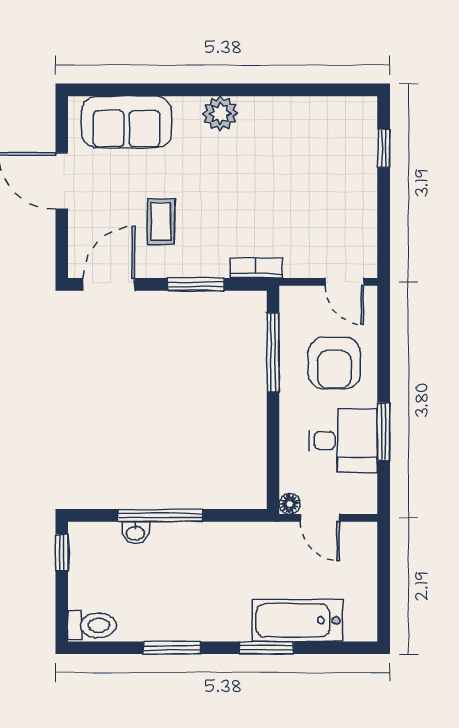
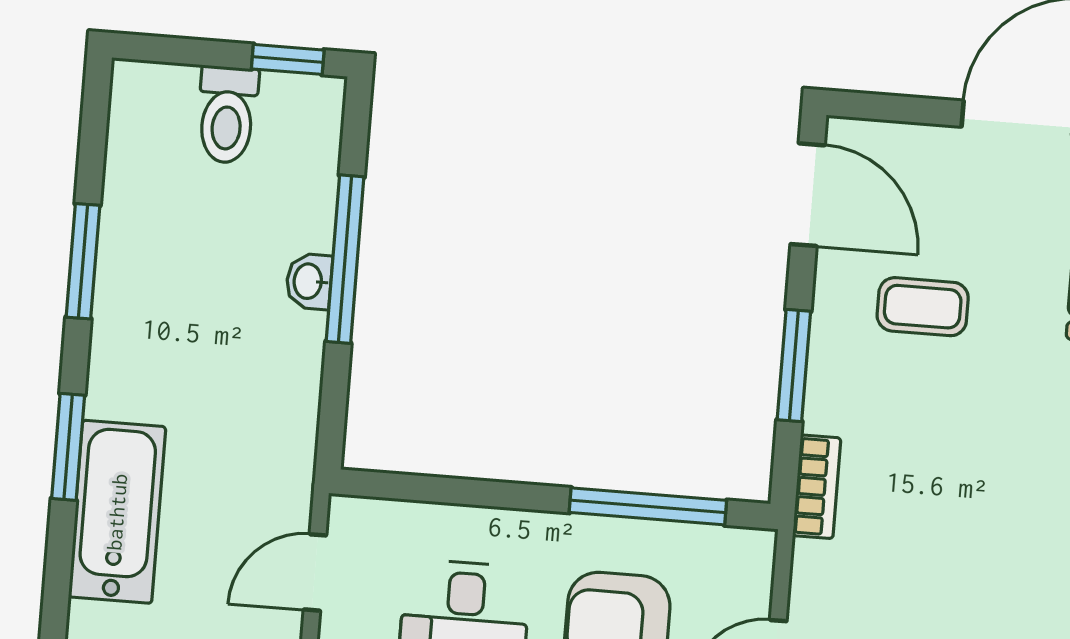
floor lamp: (290, 504) -> (348, 515), removed
washbasin: (136, 533) -> (309, 281), moved
toilet: (92, 625) -> (227, 115), moved

